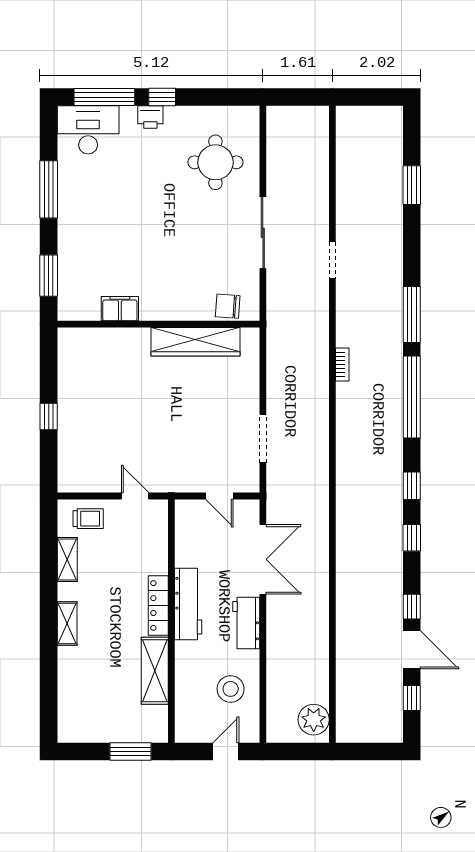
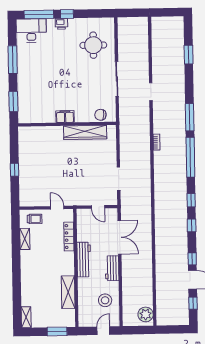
filing cabinet: (120, 309) -> (65, 117), moved
locker: (158, 606) -> (69, 237), moved
shelving: (67, 624) -> (26, 317), moved

